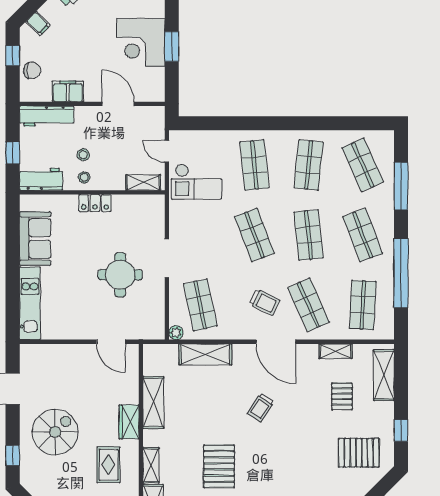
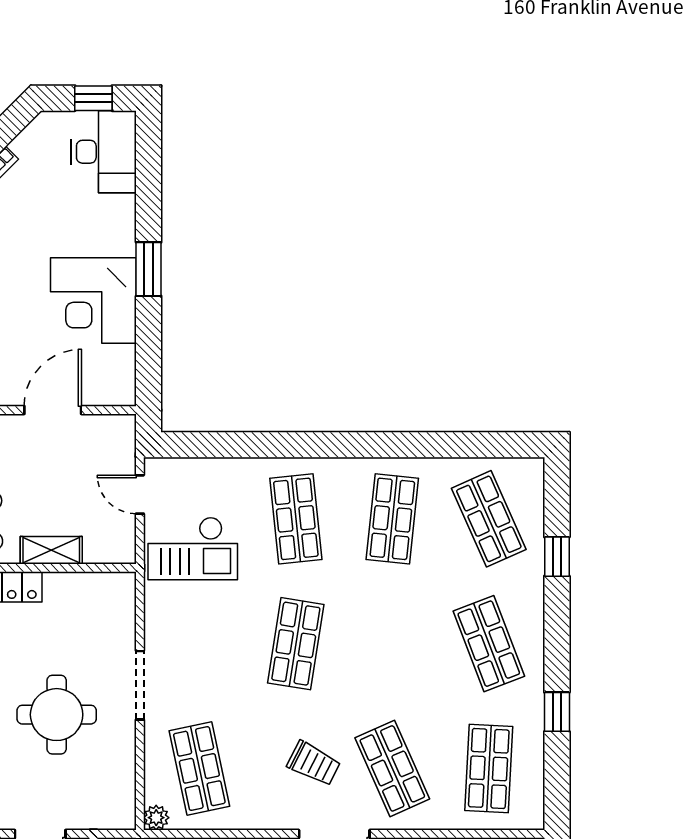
window: (172, 47) -> (149, 269), moved
door: (118, 104) -> (53, 410), hinge flipped
shelving: (143, 182) -> (51, 550), moved
window: (401, 186) -> (557, 557), width x0.46
shop shelf: (254, 235) -> (296, 644), turned 30
shop shelf: (309, 235) -> (392, 644), removed
window: (401, 273) -> (557, 712), width x0.32

